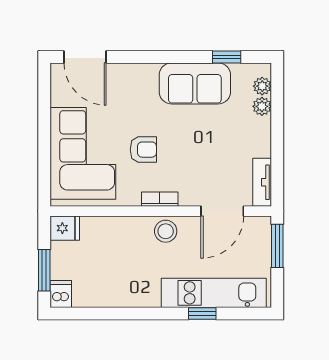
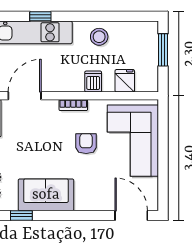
armchair: (143, 150) -> (86, 144), turned 90
fridge: (65, 228) -> (125, 81), moved, turned 90
stool: (166, 231) -> (99, 37), moved
dishwasher: (61, 294) -> (93, 81), moved, turned 180

